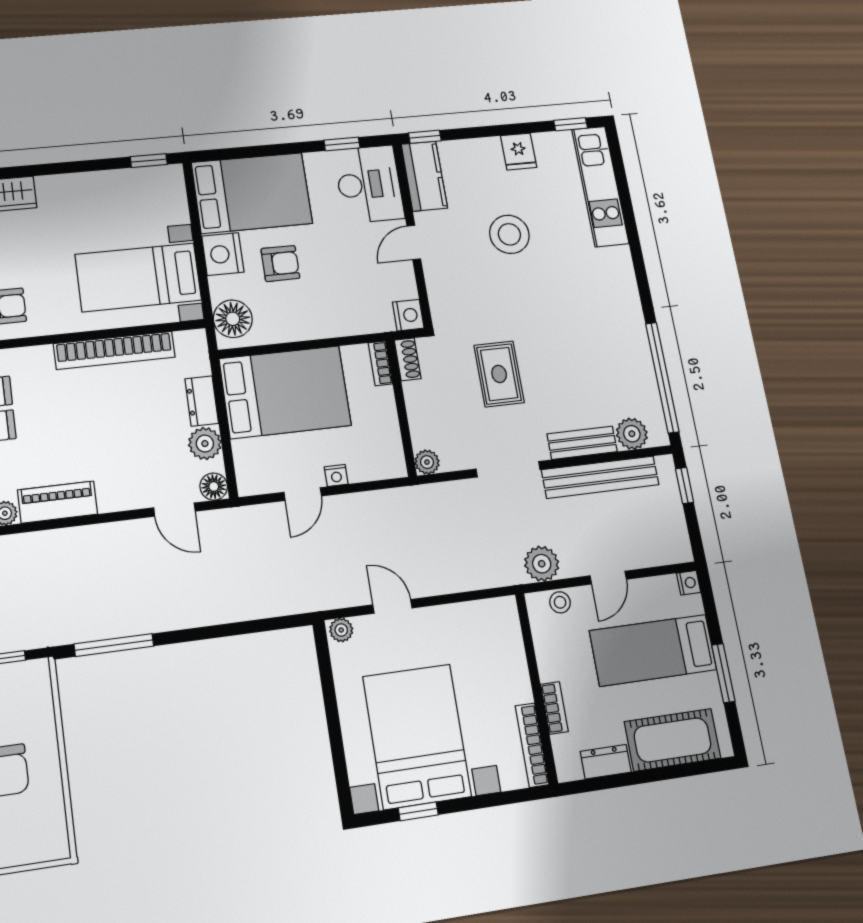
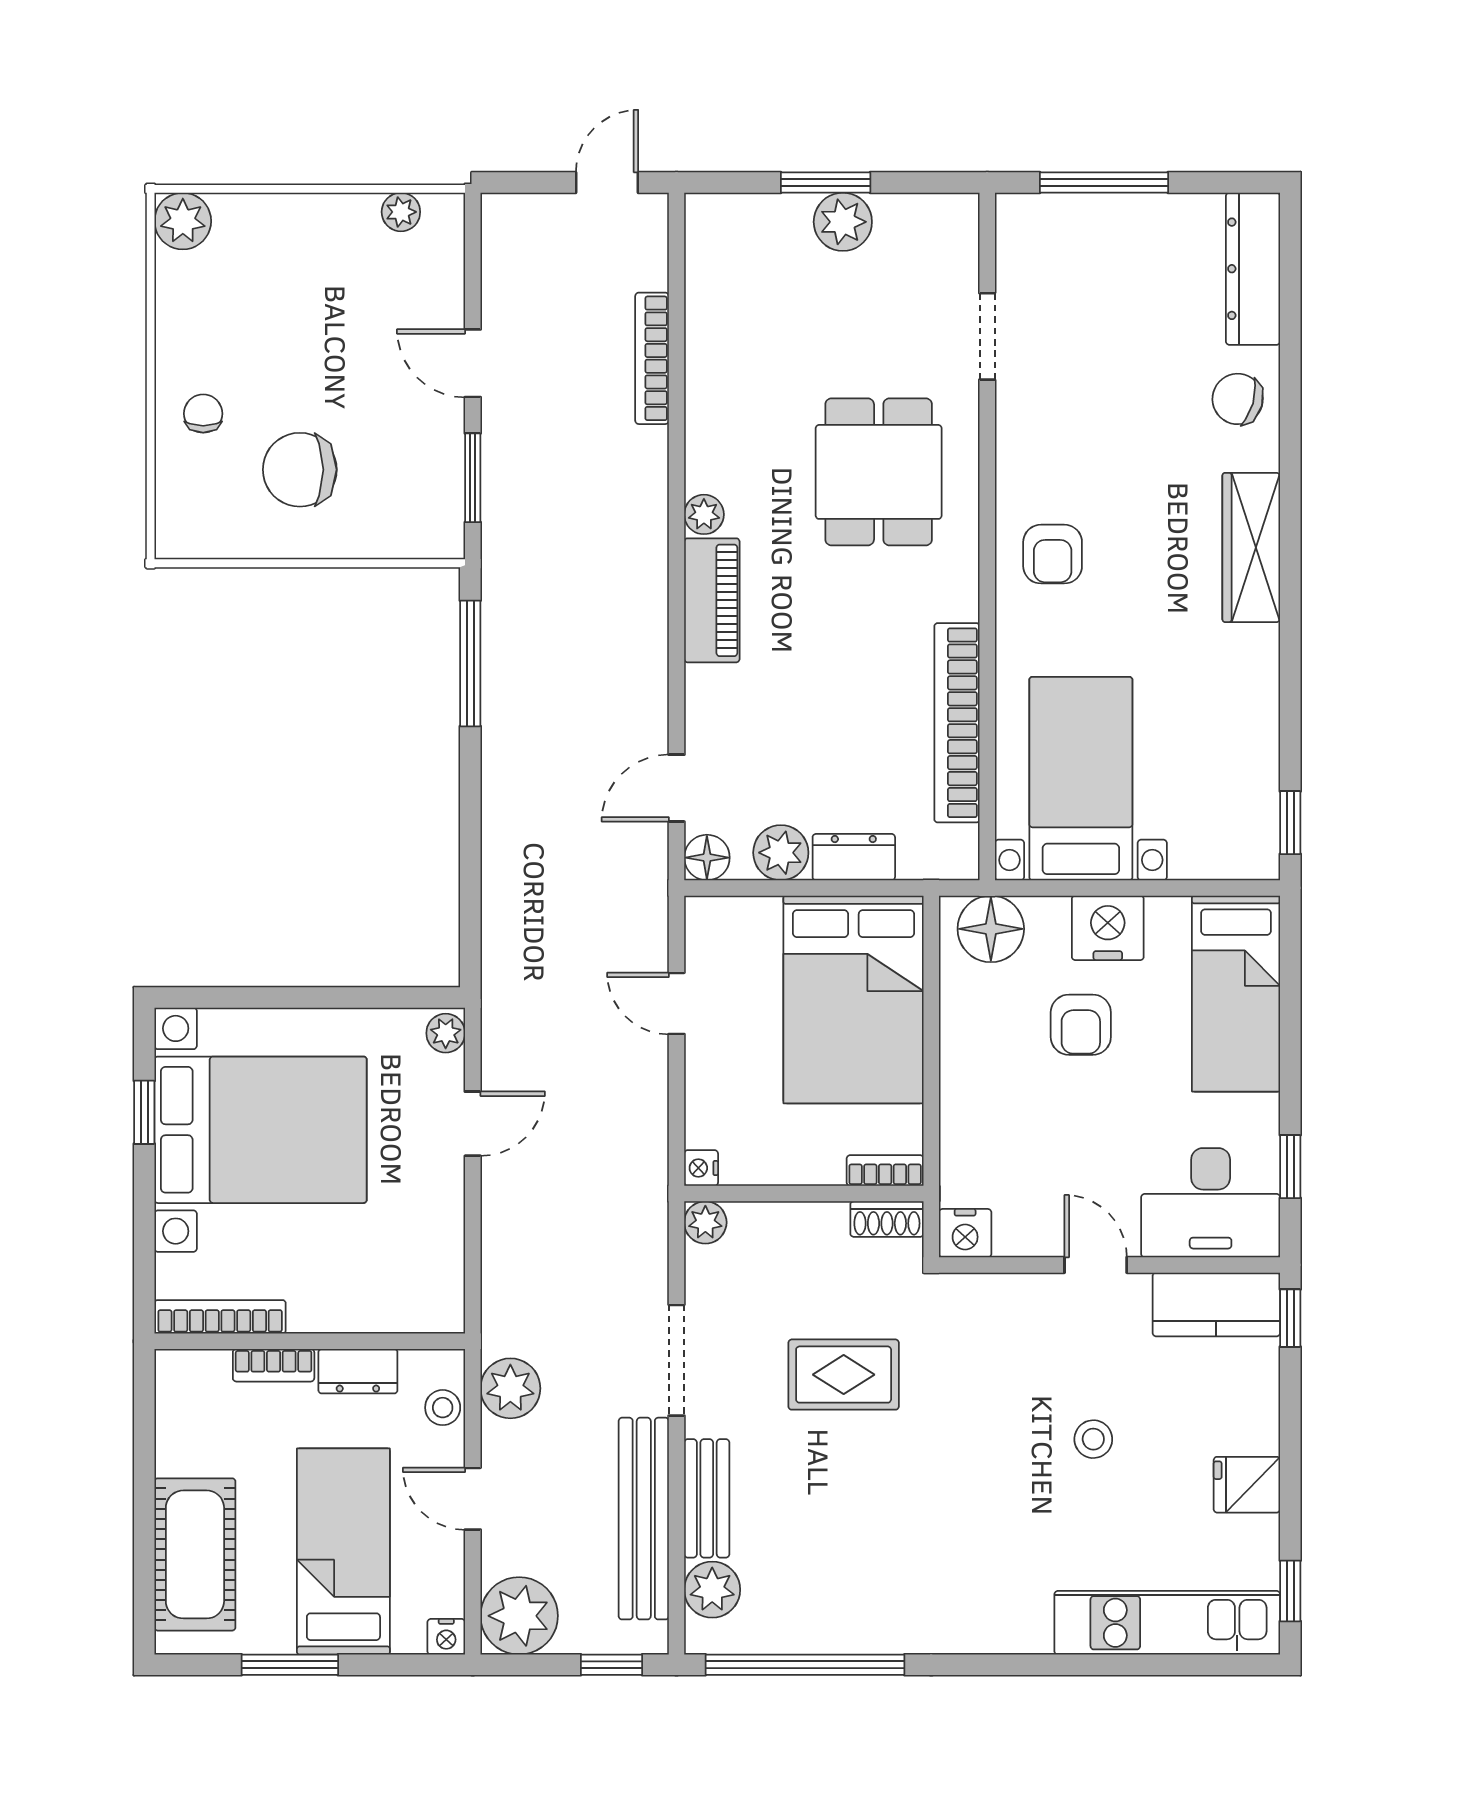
bed: (252, 193) -> (1236, 994), width x0.67
stool: (509, 234) -> (1093, 1439), width x0.53, depth x0.53
nightstand: (336, 475) -> (701, 1168), moved
plant: (668, 542) -> (519, 1616), added
dresser: (606, 762) -> (358, 1371), moved, turned 90

